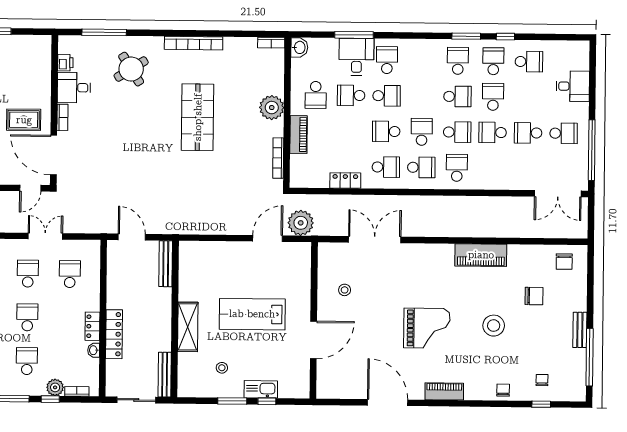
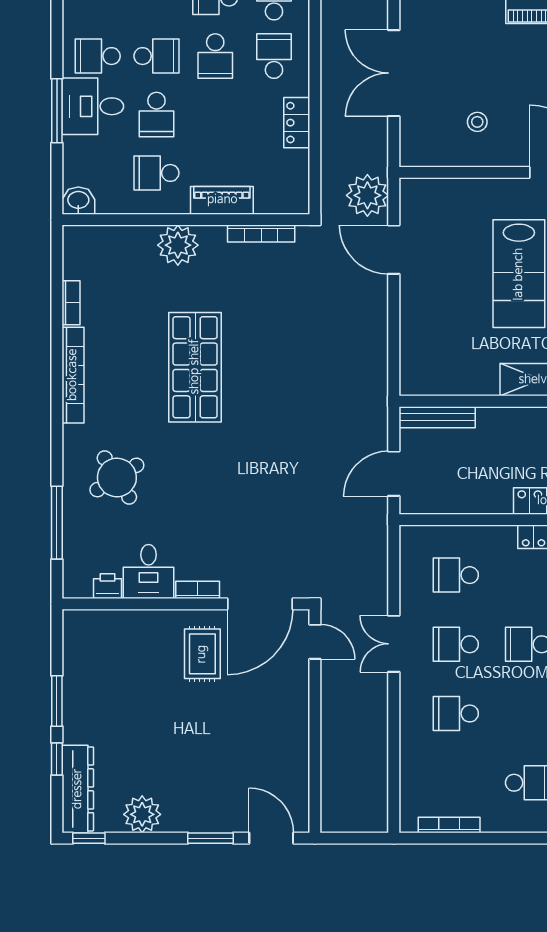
bookcase: (271, 43) -> (71, 303), moved
school desk: (316, 95) -> (156, 173), turned 180
school desk: (387, 96) -> (156, 56), turned 90
shop shelf: (198, 117) -> (195, 367), turned 90
double door: (45, 236) -> (394, 644), moved

